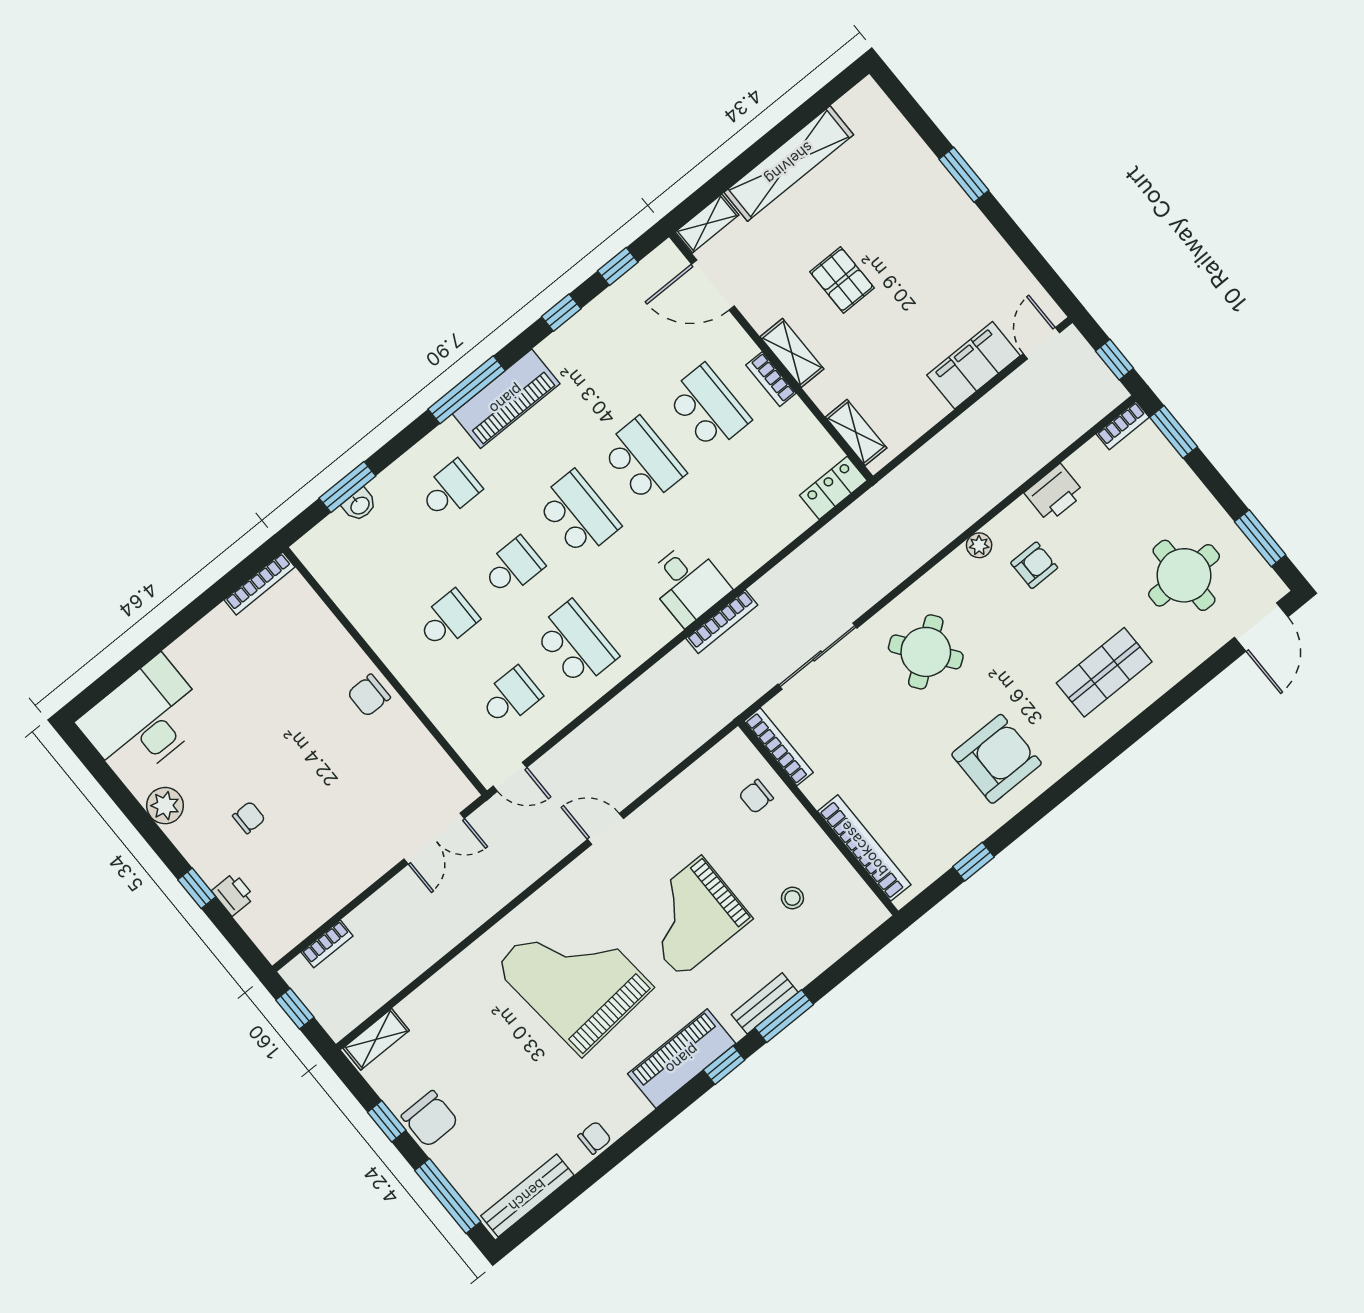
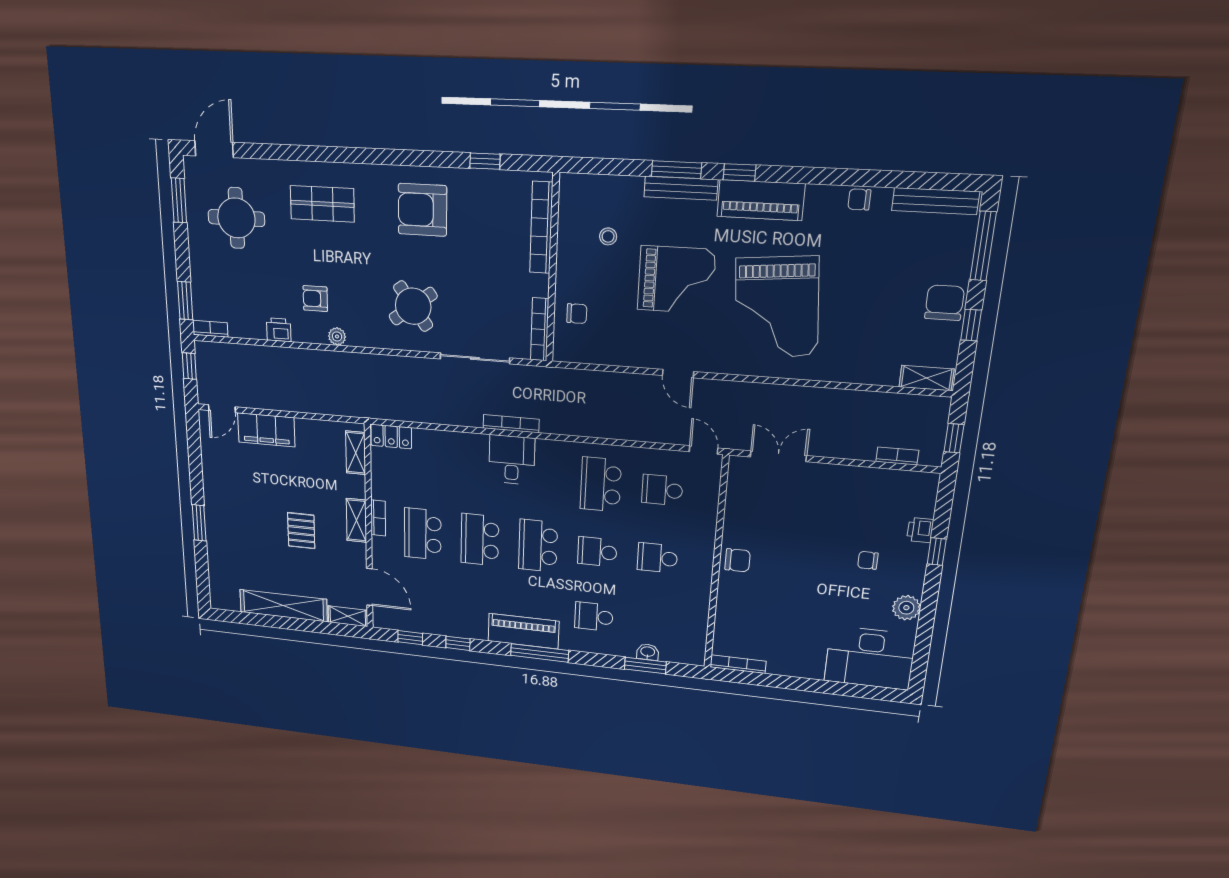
printer: (1054, 493) -> (279, 330), width x0.73, depth x0.81
bench: (765, 1003) -> (681, 188), width x1.36

